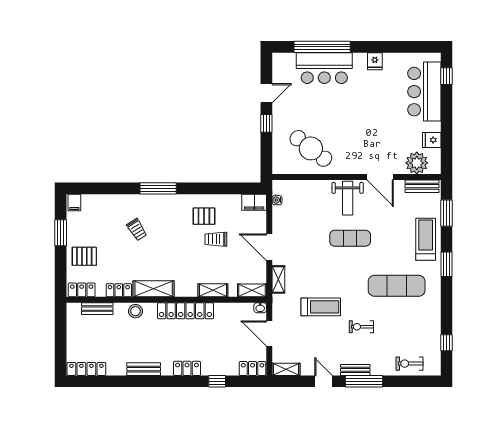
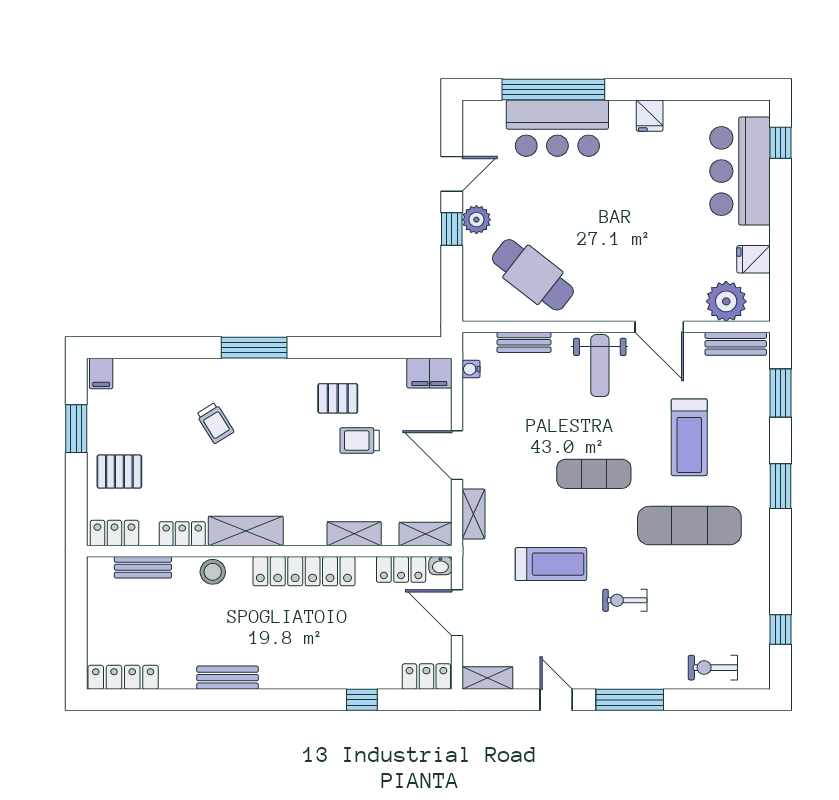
plant: (280, 118) -> (476, 220), added
exercise mat: (350, 238) -> (594, 474), moved
treadmill: (426, 239) -> (689, 437), moved, turned 180
locker: (187, 368) -> (401, 569), moved, turned 180
bench: (355, 370) -> (524, 342), moved

